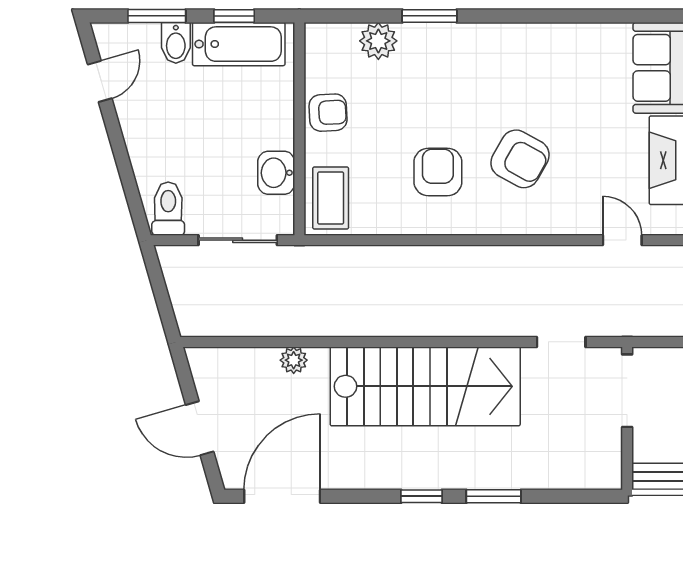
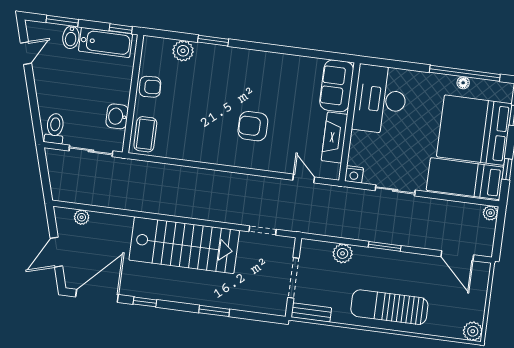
window: (234, 16) -> (121, 29), moved
armchair: (520, 159) -> (253, 126), turned 151
armchair: (438, 172) -> (207, 128), removed
plant: (294, 360) -> (82, 217), moved
doorway: (627, 391) -> (293, 278), moved
door: (200, 428) -> (56, 252), hinge flipped
window: (421, 496) -> (145, 302), moved

